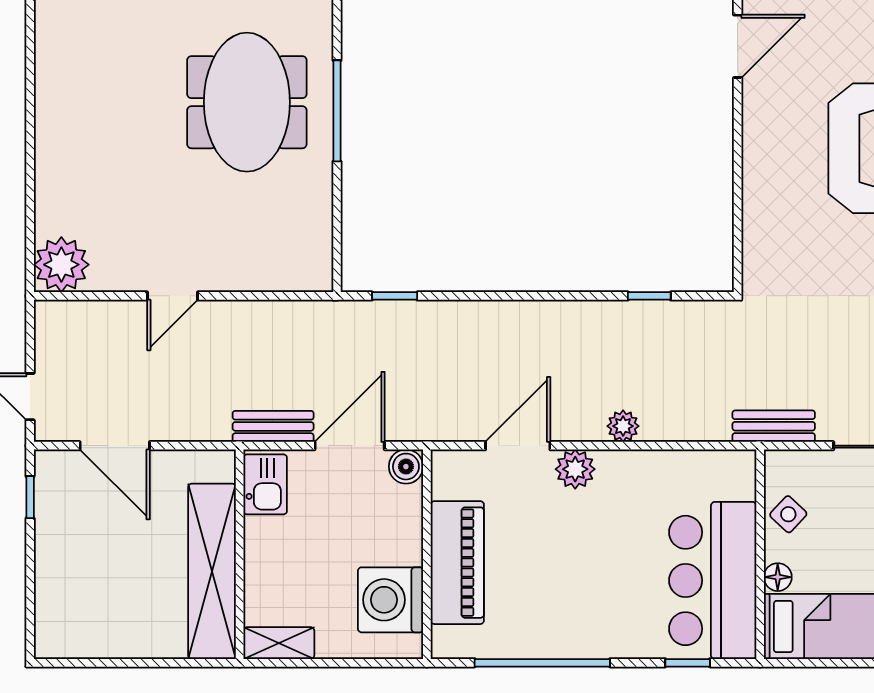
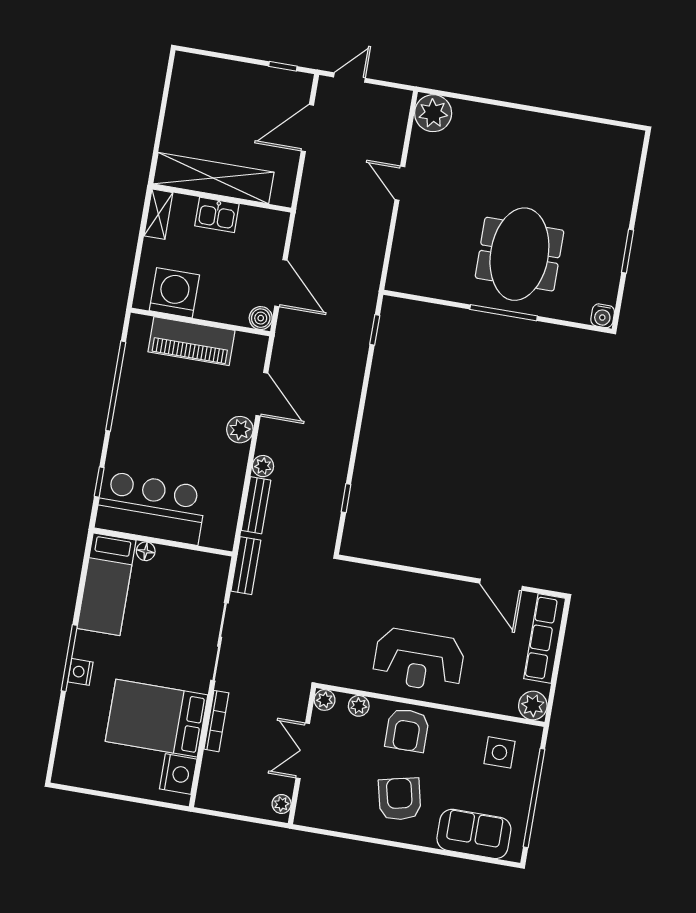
meeting table: (247, 102) -> (519, 254), turned 90
bench: (273, 426) -> (256, 505), moved
kitchen sink: (265, 484) -> (217, 215), moved
side table: (788, 514) -> (186, 565), removed

